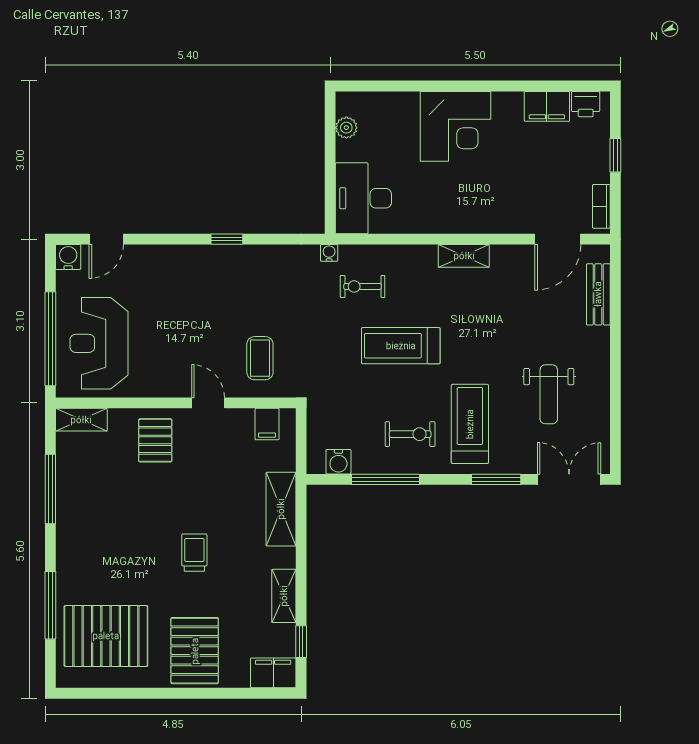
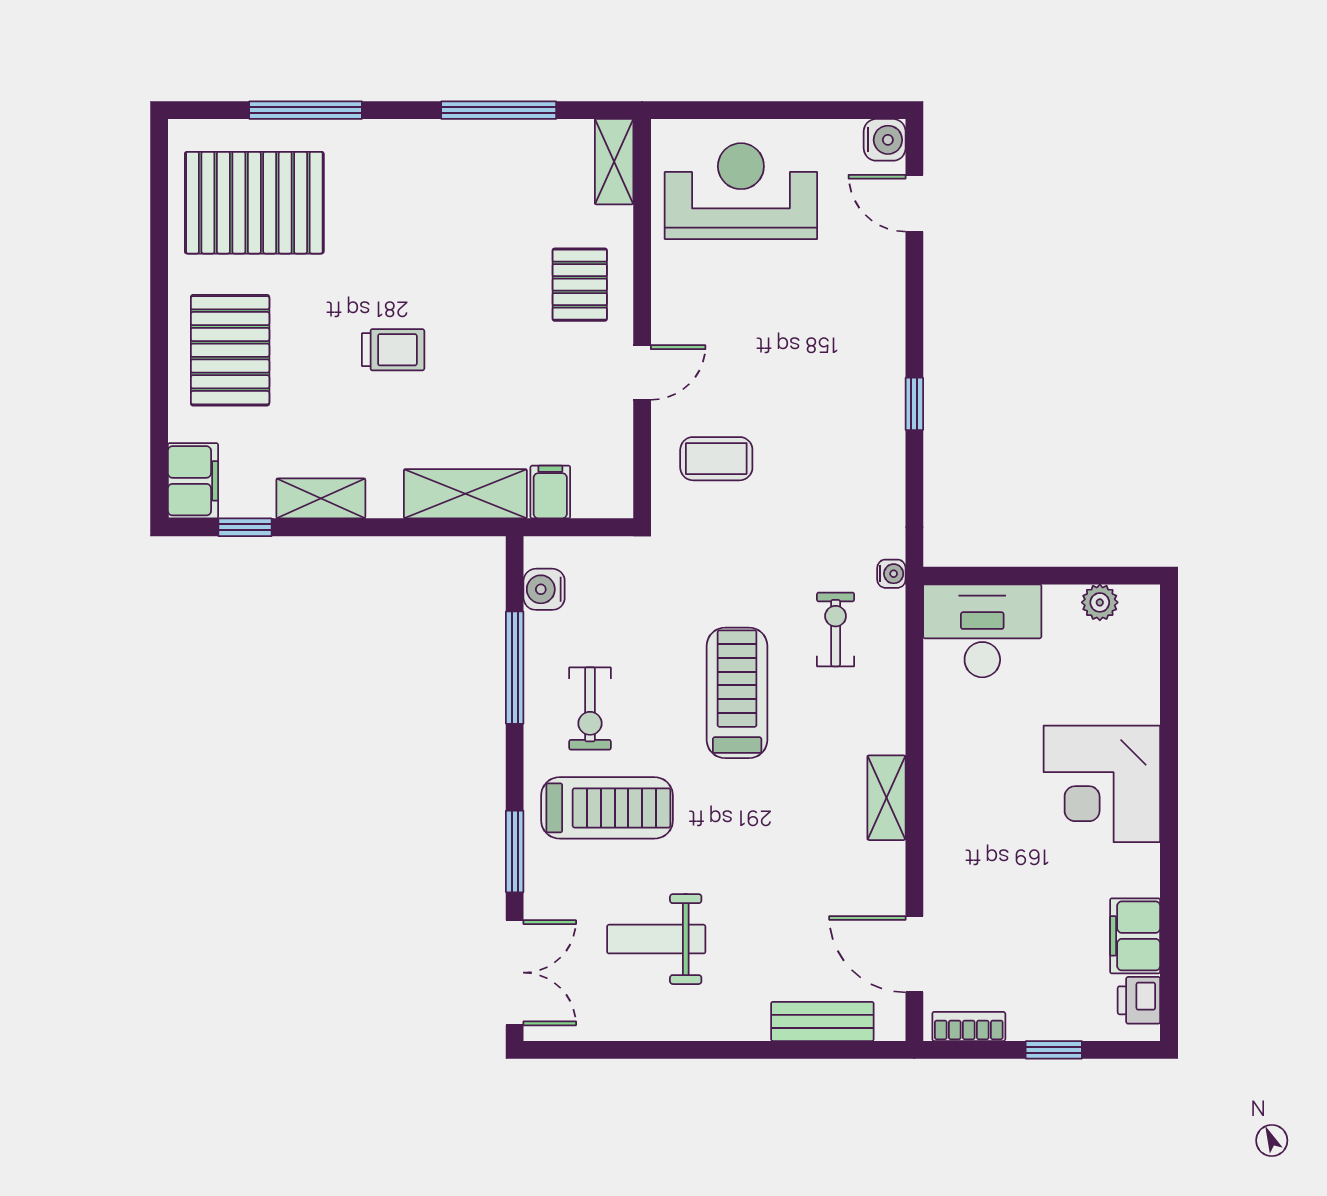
window: (50, 339) -> (749, 110), removed
filing cabinet: (267, 424) -> (550, 492), moved, turned 90
pallet: (155, 440) -> (580, 285), turned 90
pallet: (106, 636) -> (254, 203), turned 90
pallet: (195, 651) -> (230, 350), turned 90

